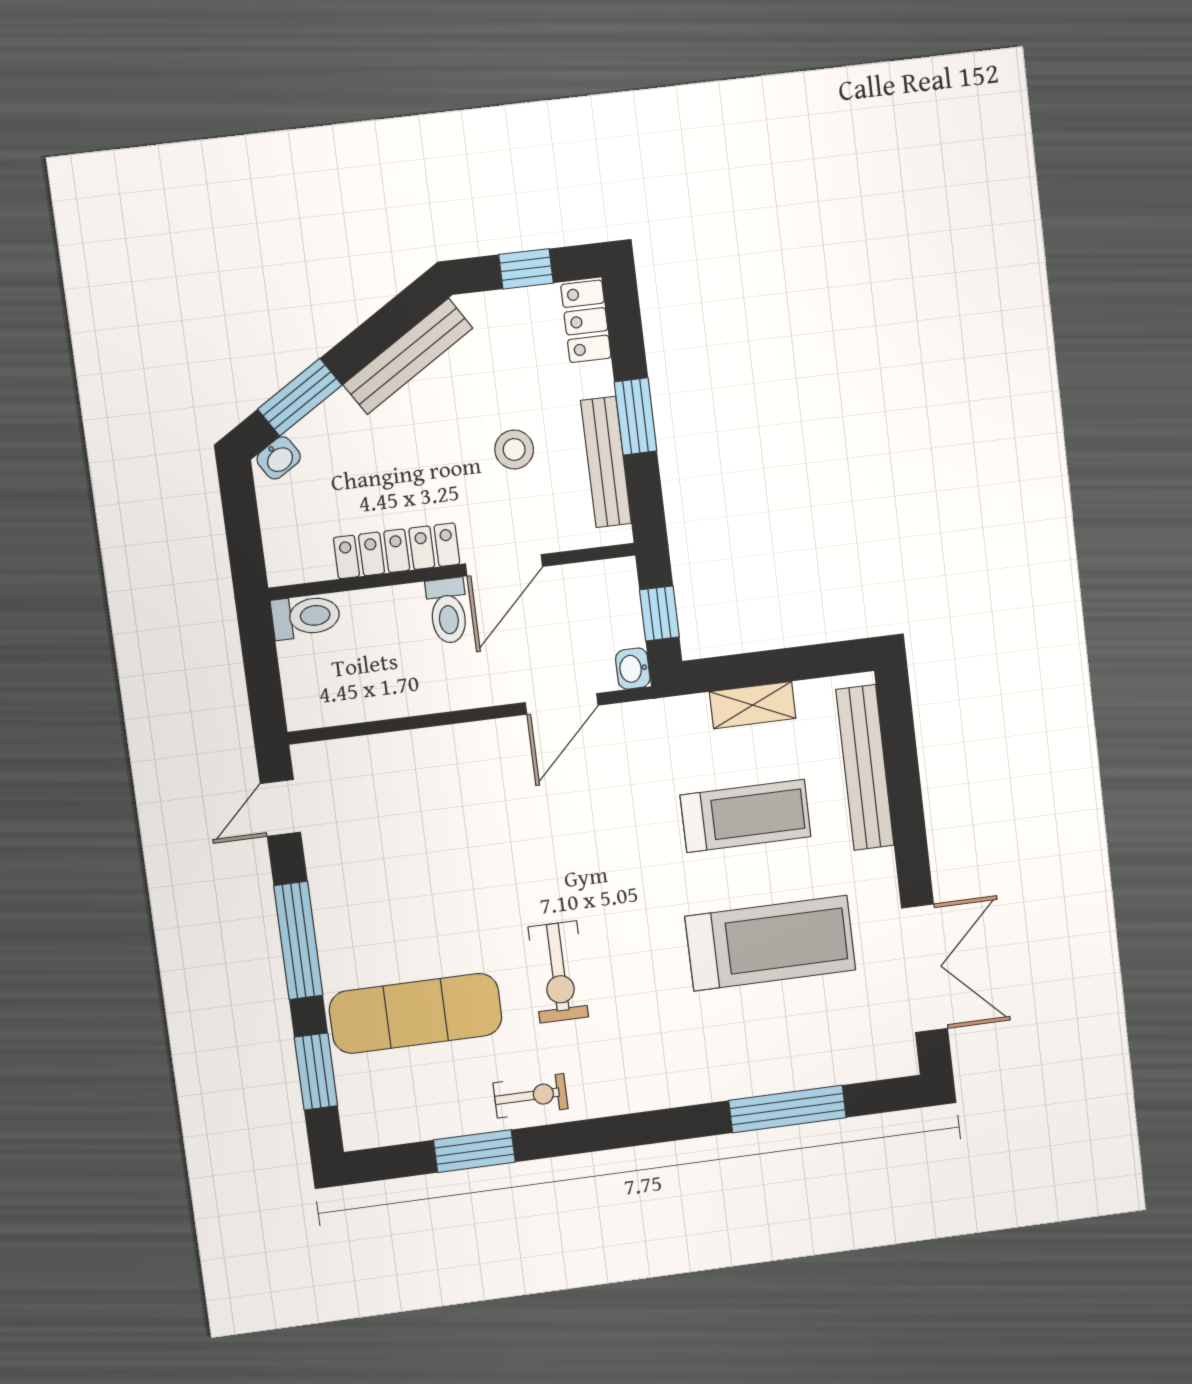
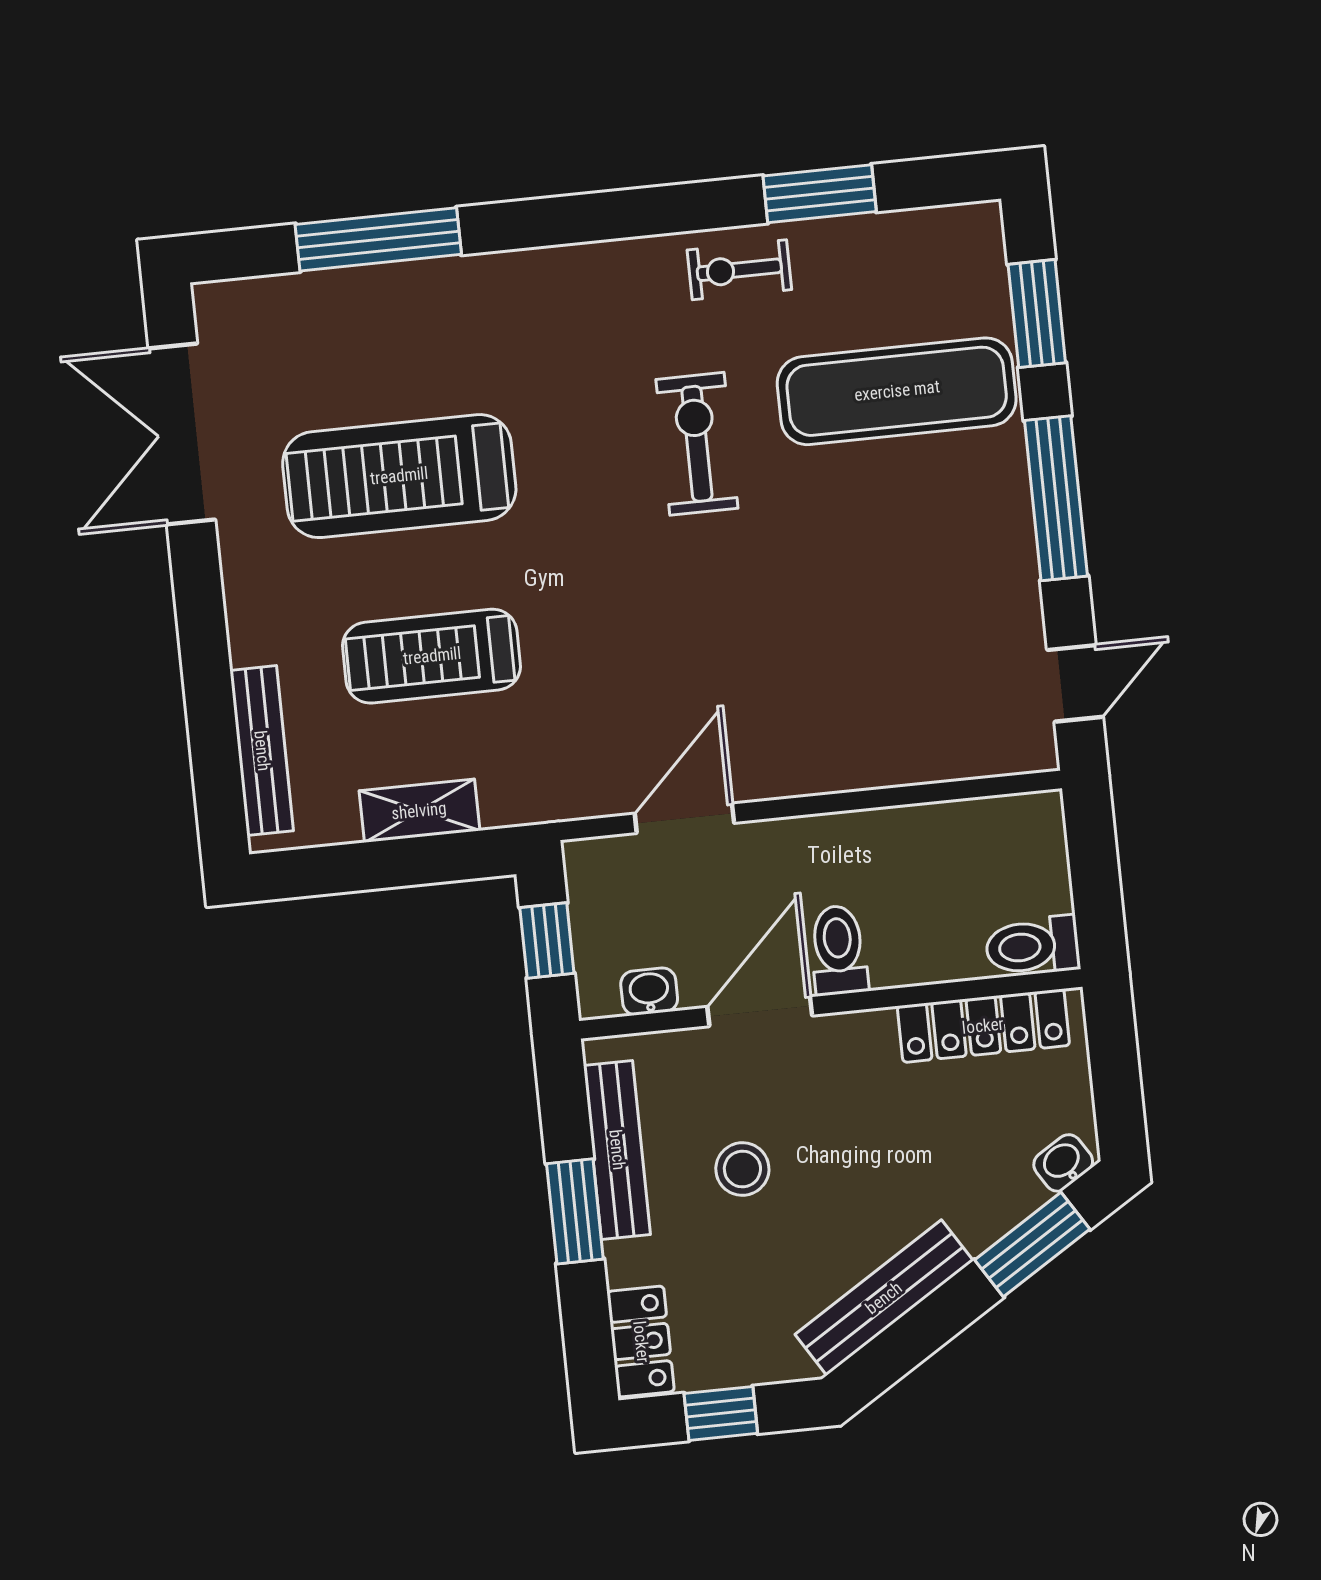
locker: (397, 551) -> (983, 1026), moved
washbasin: (633, 669) -> (649, 991), moved, turned -90
bench: (865, 768) -> (262, 751), width x0.73, depth x0.82

